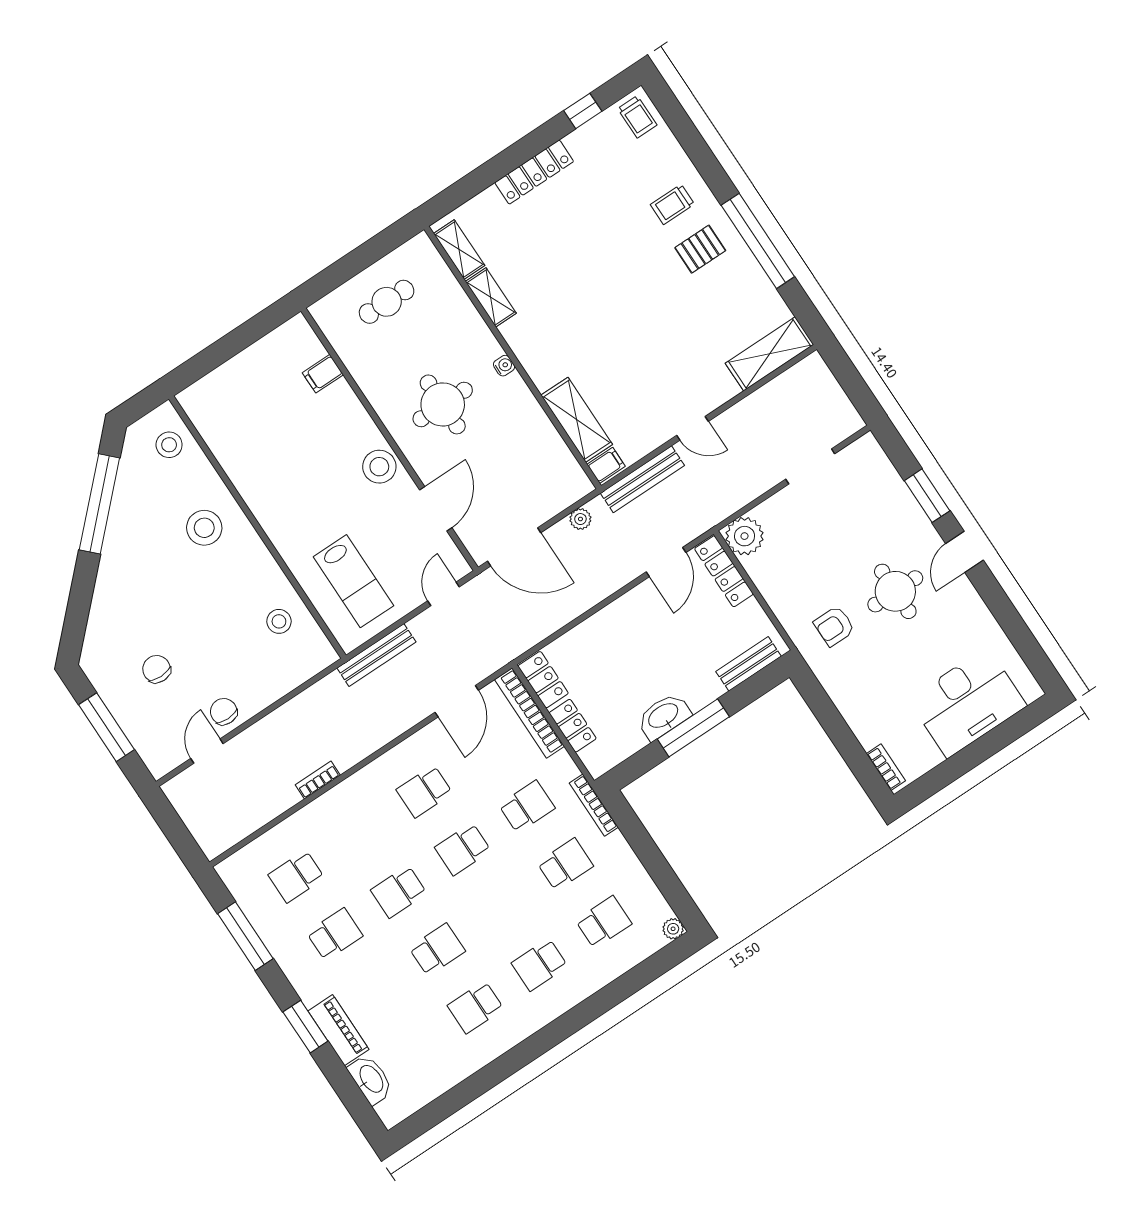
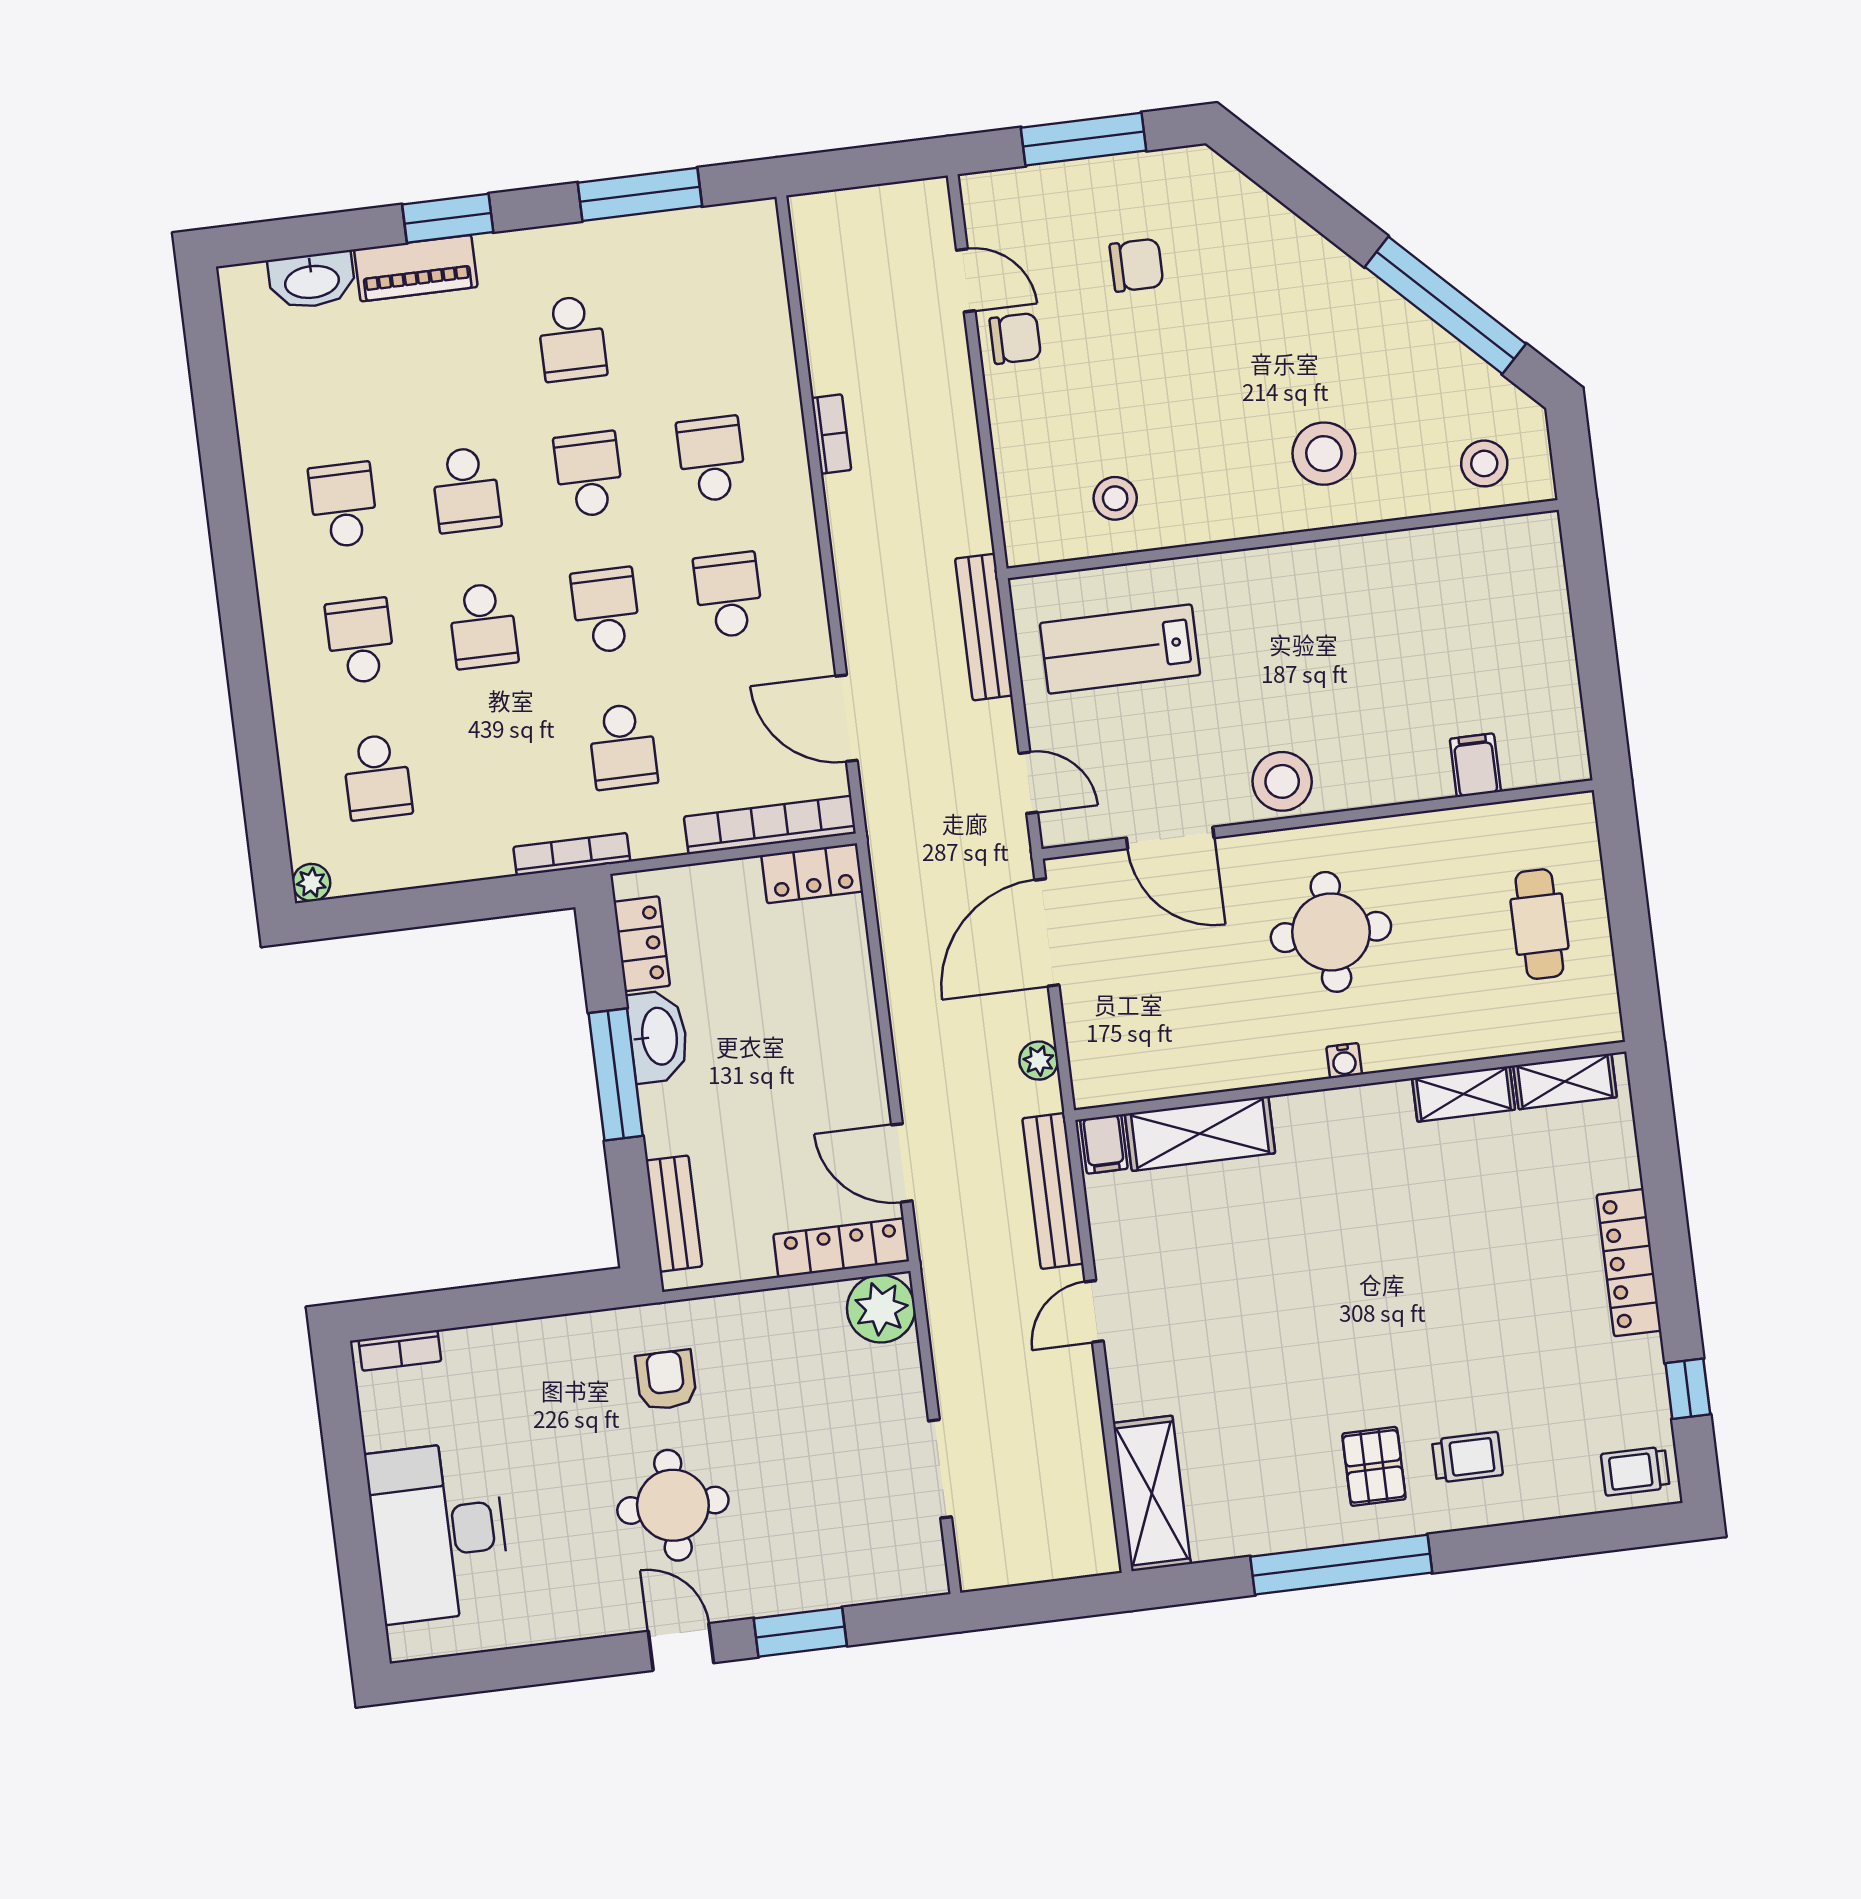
trolley: (672, 204) -> (1467, 1457), turned 90
locker: (573, 726) -> (642, 944), moved, turned -90
school desk: (565, 864) -> (483, 626), moved
school desk: (296, 876) -> (711, 459), moved

